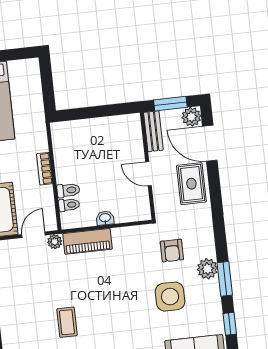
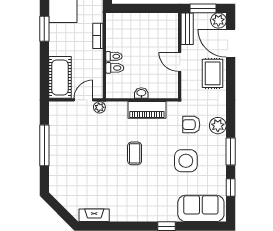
bookcase: (45, 169) -> (98, 36), moved
toilet: (69, 205) -> (114, 56), moved
piano: (87, 241) -> (147, 110), moved
armchair: (172, 251) -> (191, 125), turned 90
plant: (207, 269) -> (218, 126), moved
coffee table: (67, 322) -> (135, 153), moved

